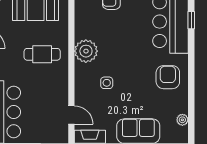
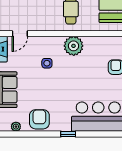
window: (191, 20) -> (68, 134), moved
armchair: (168, 77) -> (39, 119), moved, turned -90

